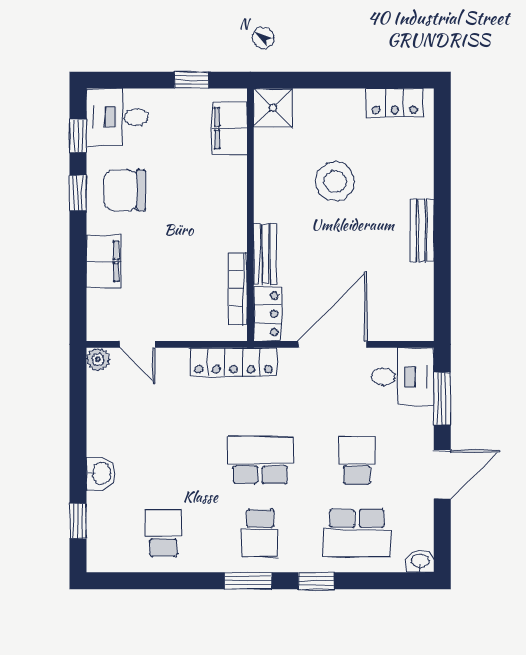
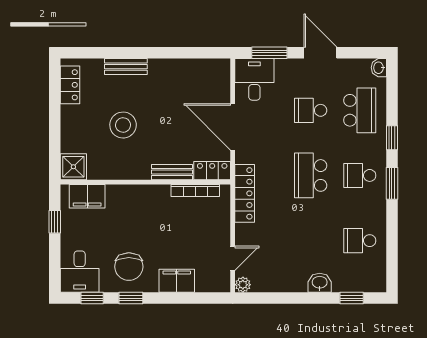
bench: (422, 230) -> (126, 67), moved
school desk: (260, 533) -> (360, 175), turned 180

